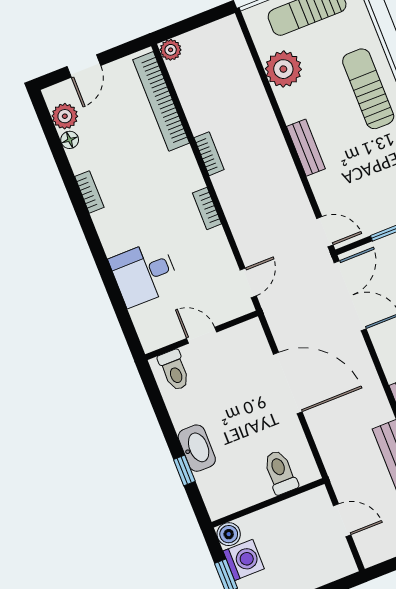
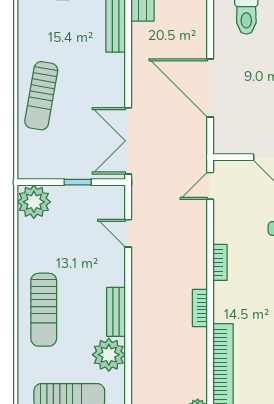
bench: (306, 148) -> (116, 312), moved
door: (325, 232) -> (128, 233), moved

